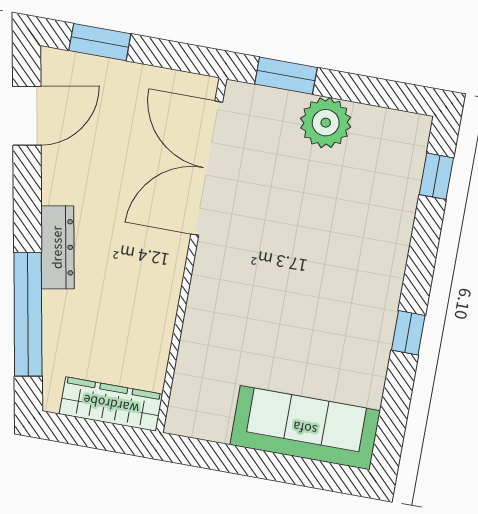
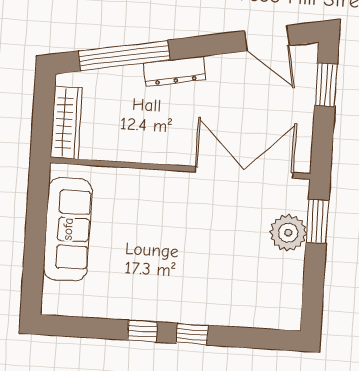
plant: (326, 123) -> (288, 233), moved
window: (436, 176) -> (192, 334), moved
sofa: (305, 428) -> (68, 229), moved

